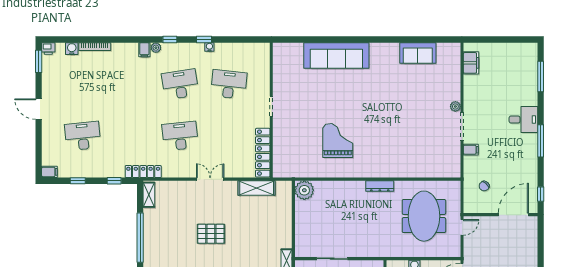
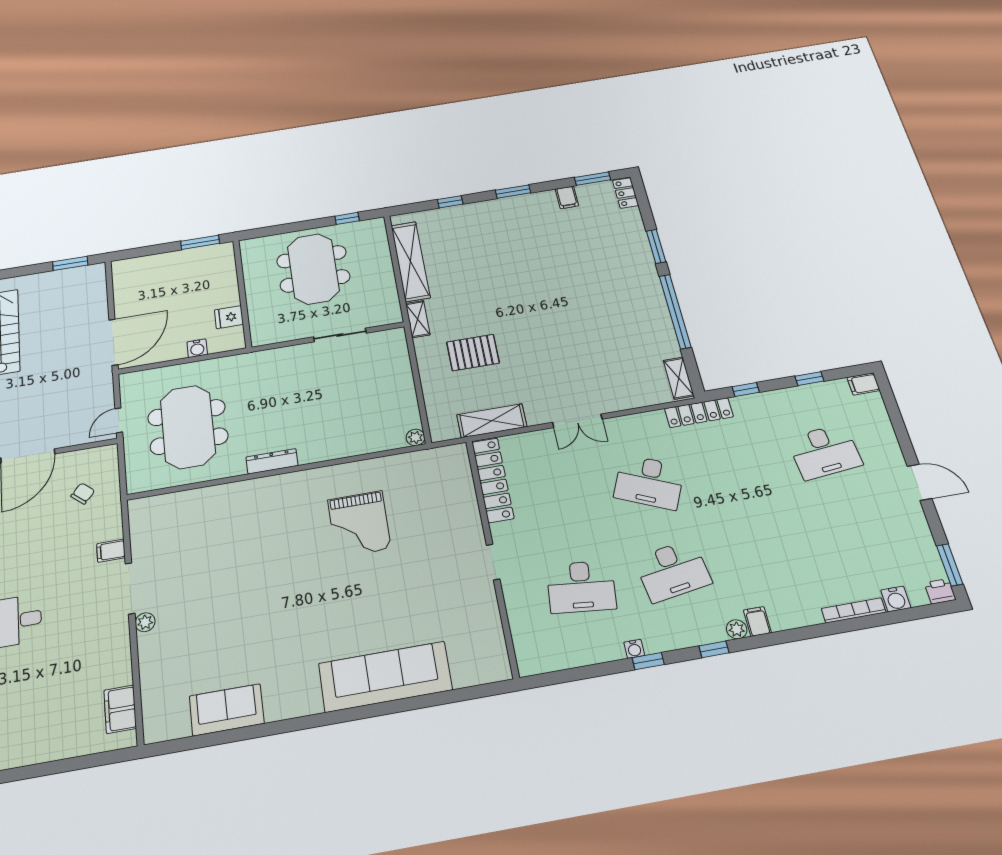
desk: (180, 136) -> (649, 482), turned 30
plant: (304, 190) -> (416, 437), width x0.53, depth x0.53
pallet: (211, 234) -> (473, 353), moved

